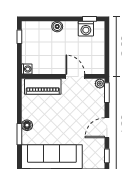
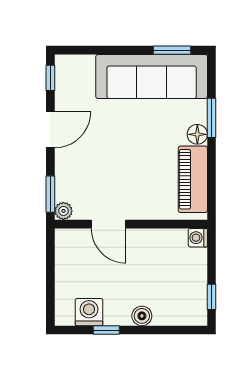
window: (90, 19) -> (106, 330), moved
piano: (43, 87) -> (193, 179), moved, turned -90

